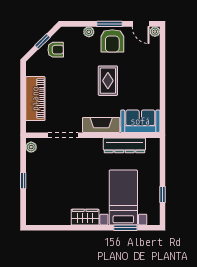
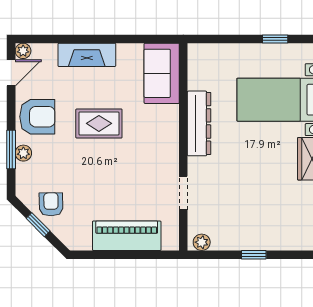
window: (109, 24) -> (11, 150), moved
fireplace: (101, 125) -> (87, 55), moved, turned -90
doorway: (63, 135) -> (183, 193), width x0.73
dresser: (124, 145) -> (199, 123), moved

